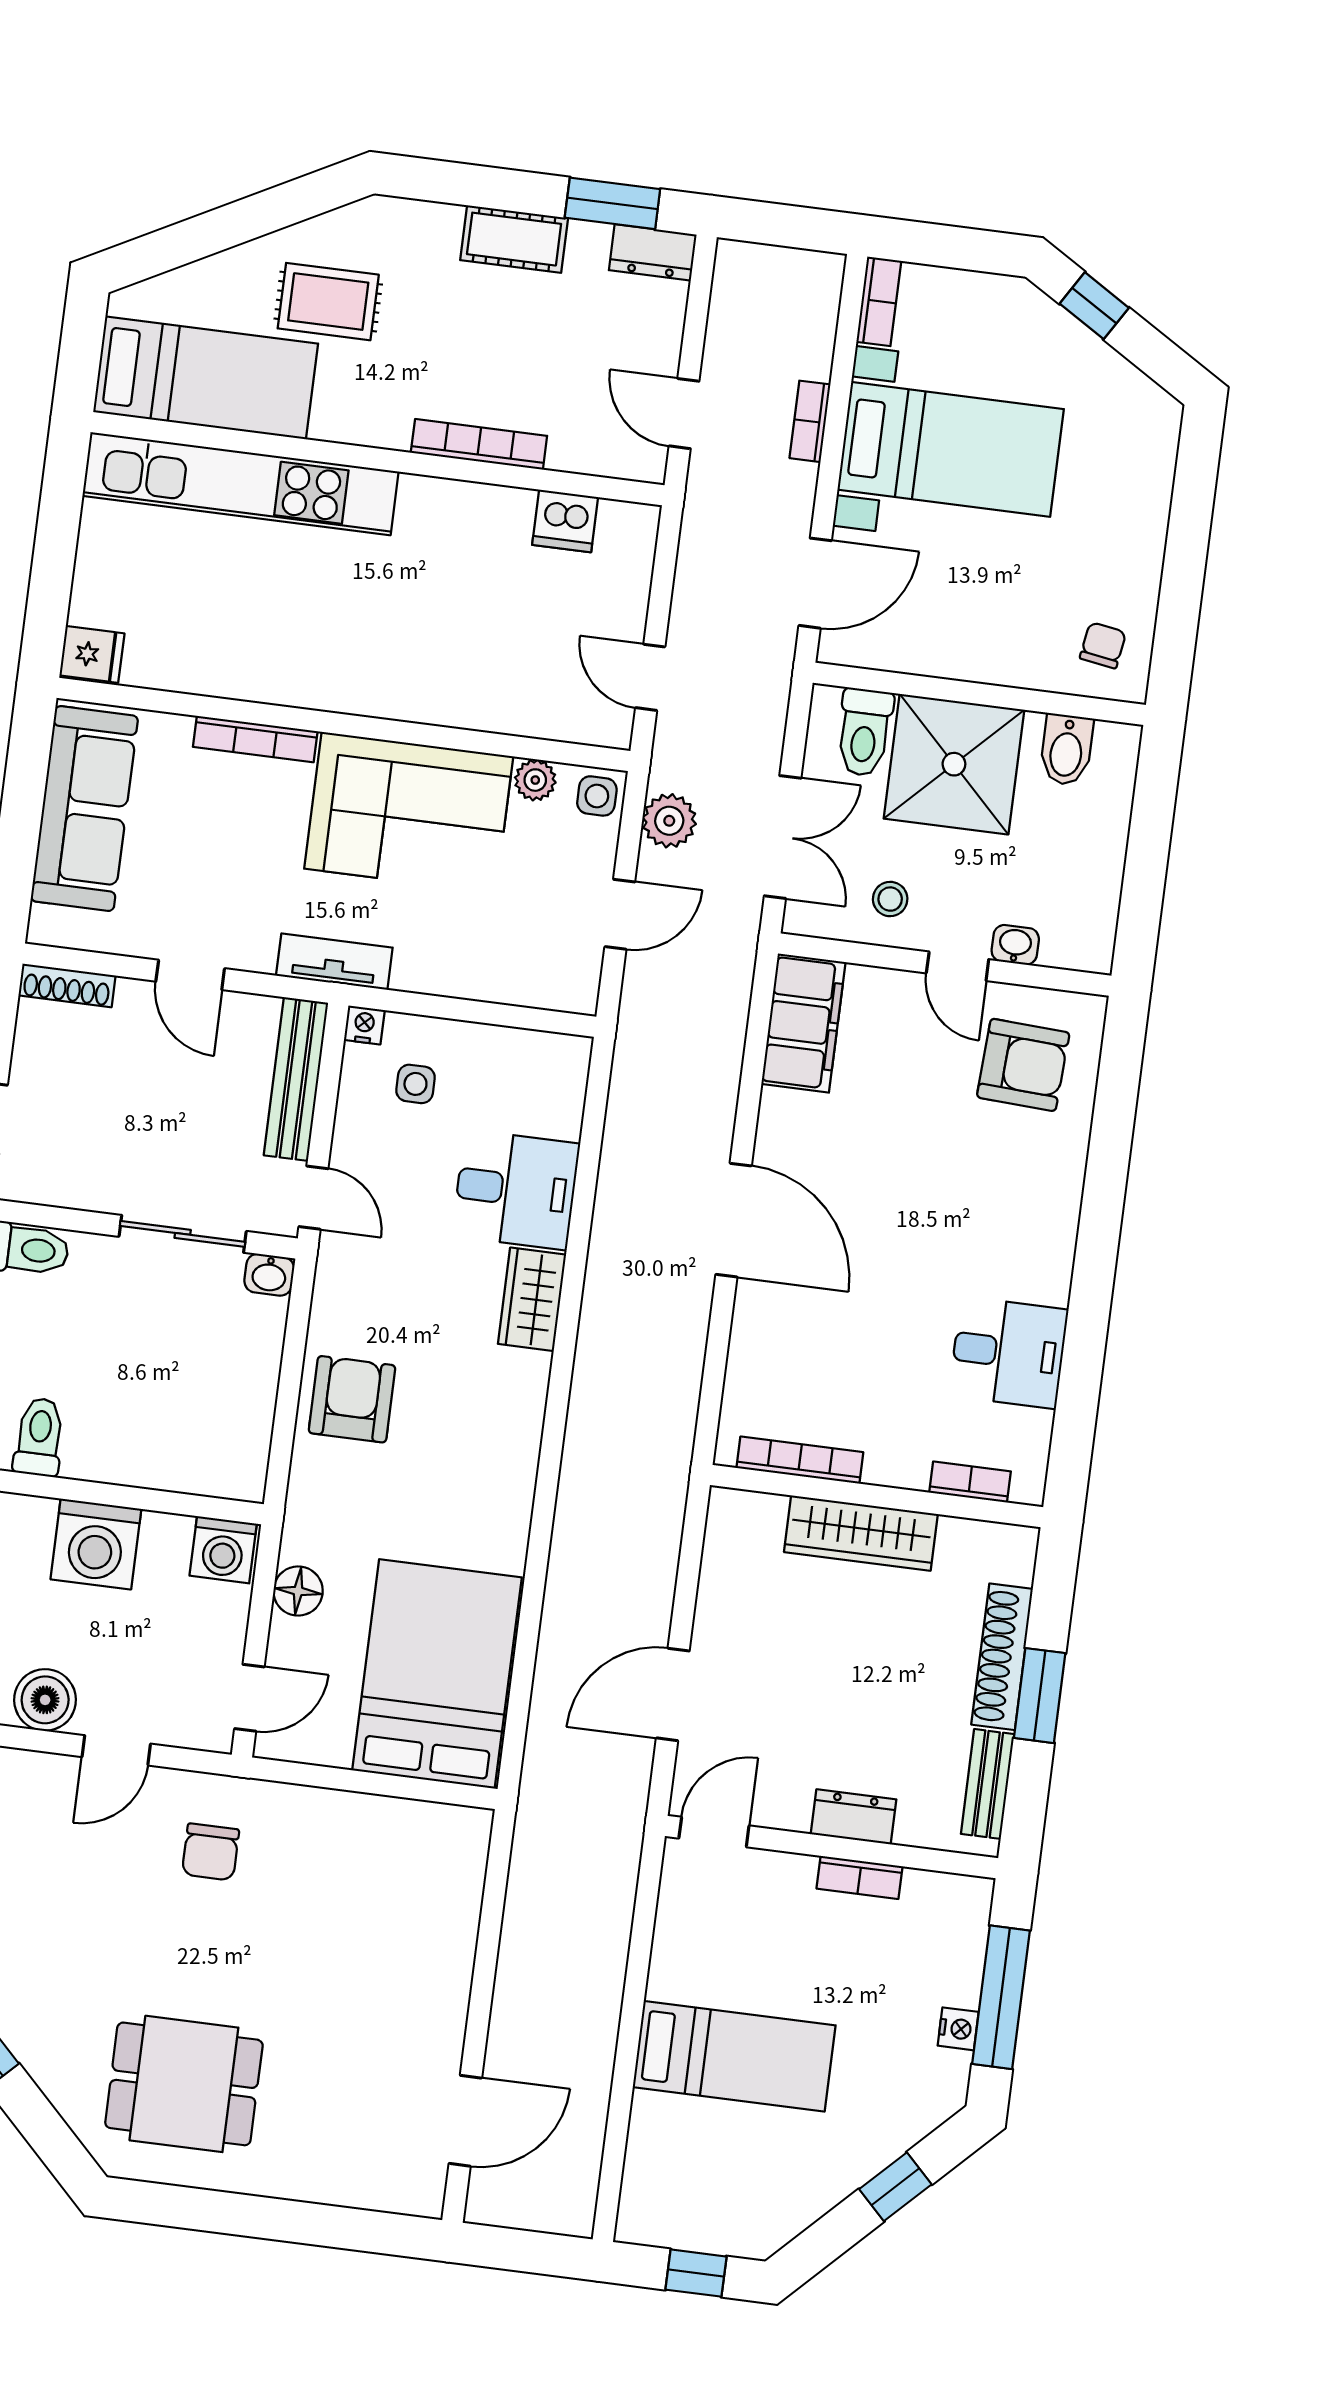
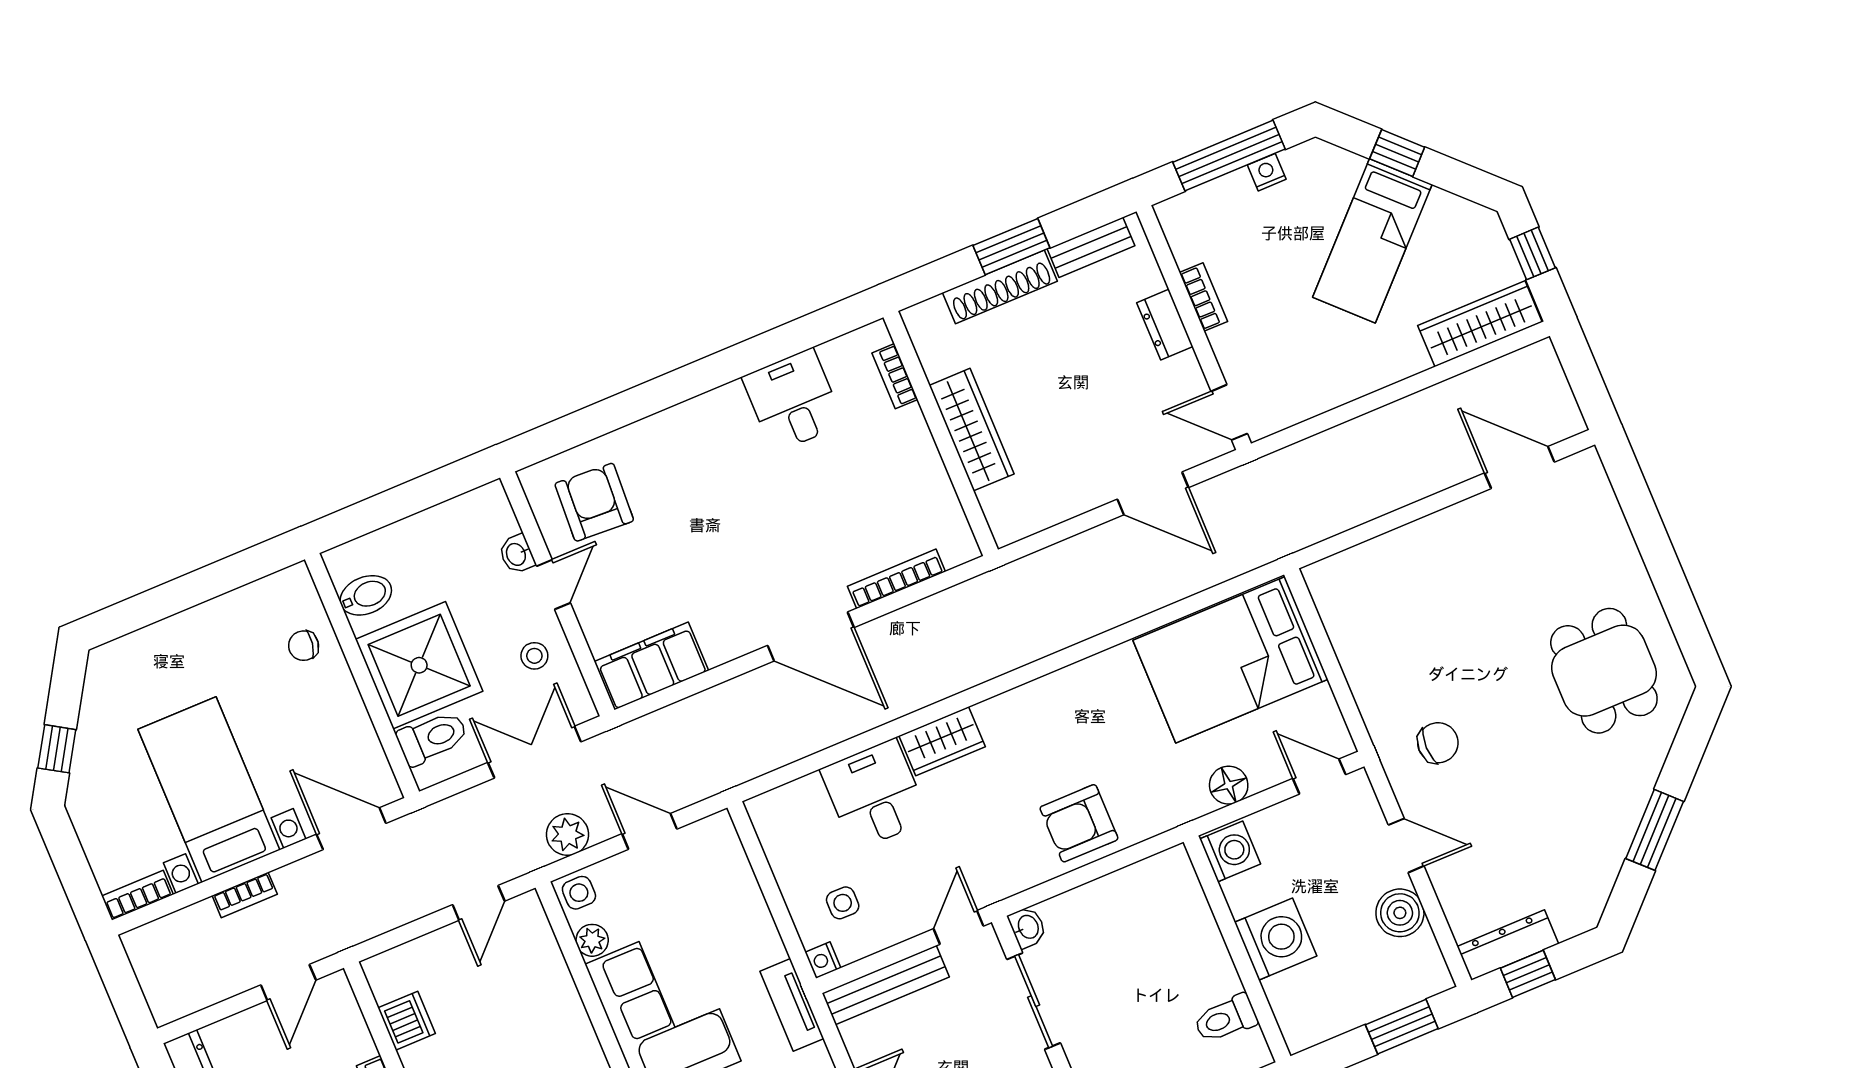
chair: (1103, 645) -> (304, 646), moved
door: (734, 1220) -> (811, 636), swing flipped
bookcase: (800, 1460) -> (896, 579), moved, turned 90
bed: (734, 2056) -> (1372, 241), moved, turned -135
wardrobe: (651, 2169) -> (1480, 324), added

